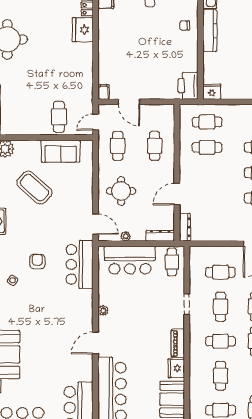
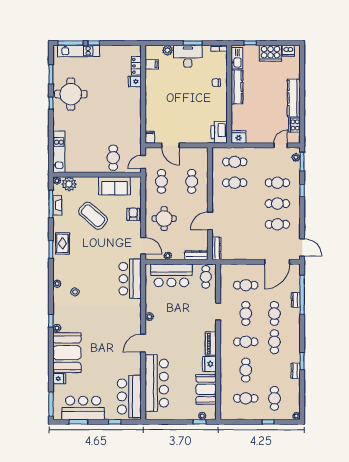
fridge: (83, 30) -> (135, 81), width x0.53, depth x0.75
armchair: (37, 261) -> (133, 214), moved

